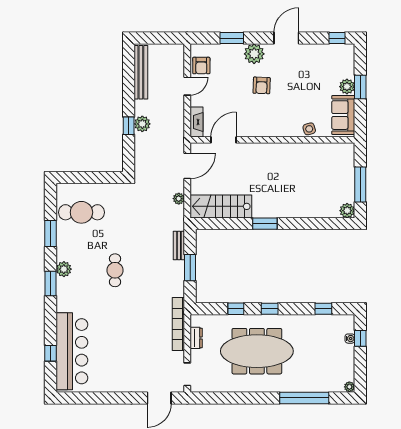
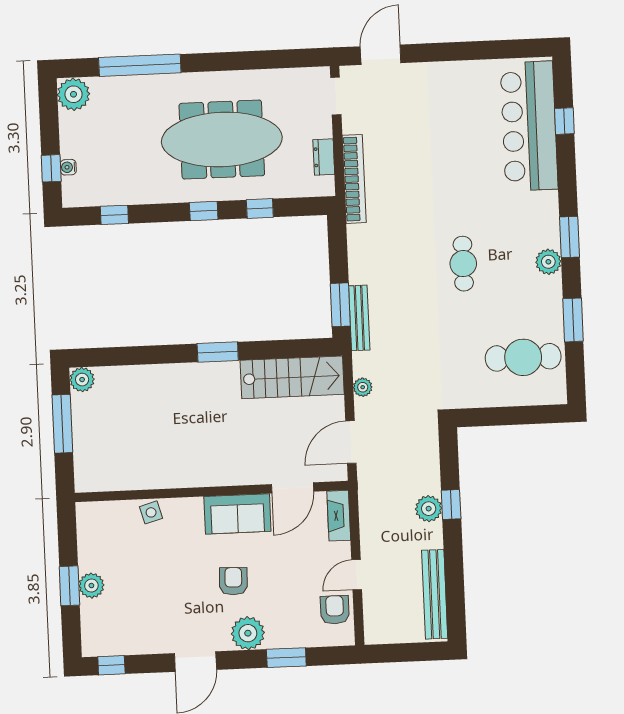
sofa: (343, 115) -> (237, 514), moved, turned 90
bench: (179, 246) -> (359, 318), width x1.36
window: (190, 268) -> (340, 305), moved
plant: (349, 387) -> (73, 94), width x1.87, depth x1.87

